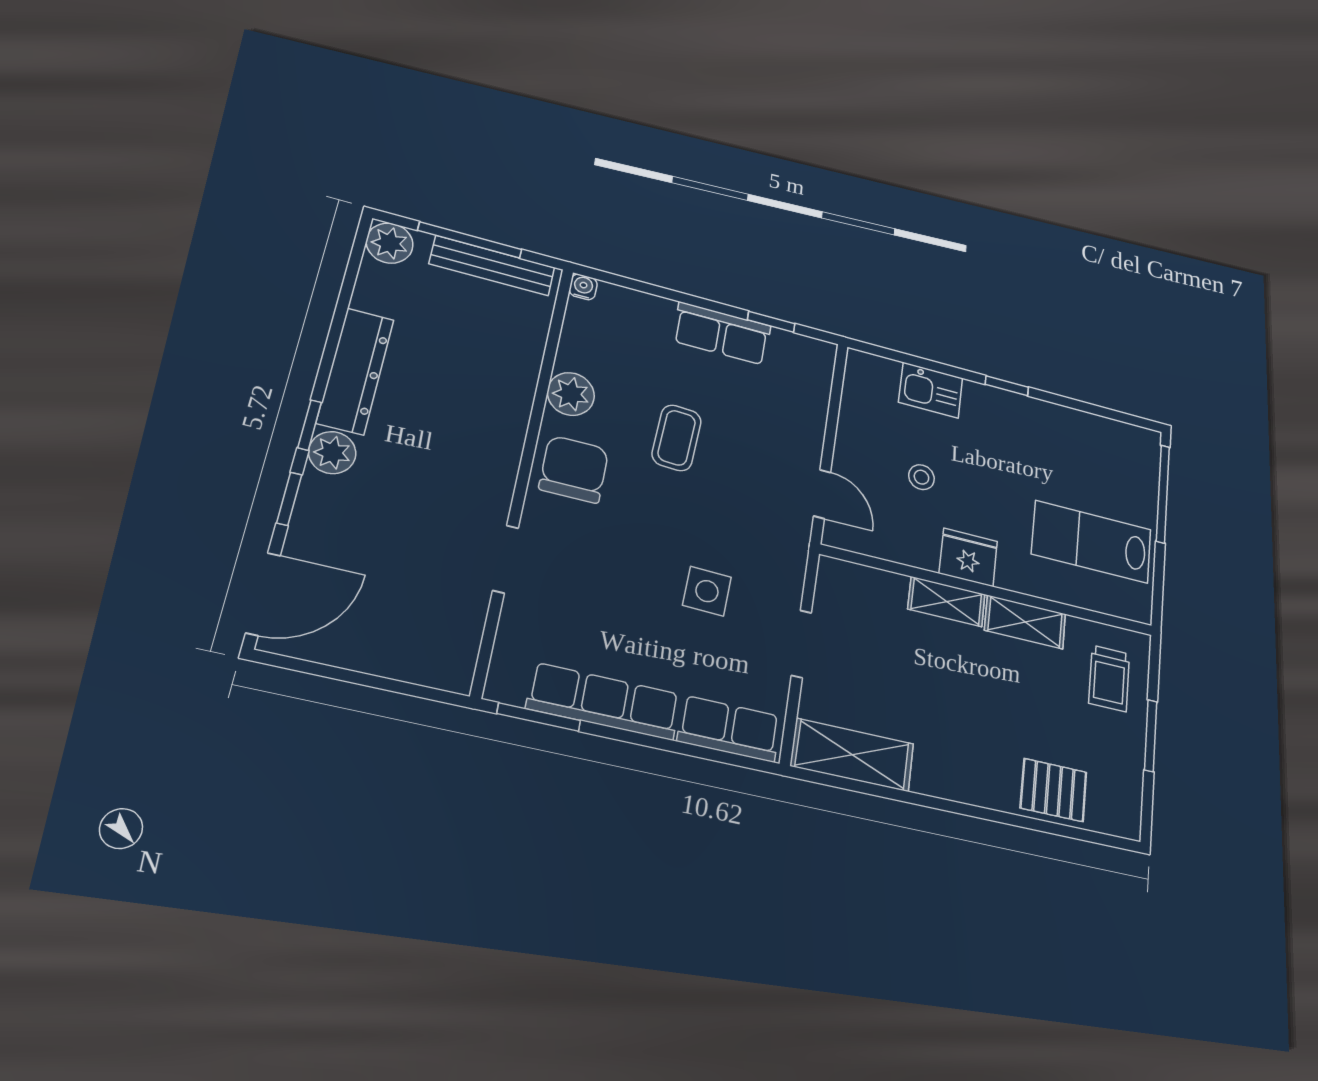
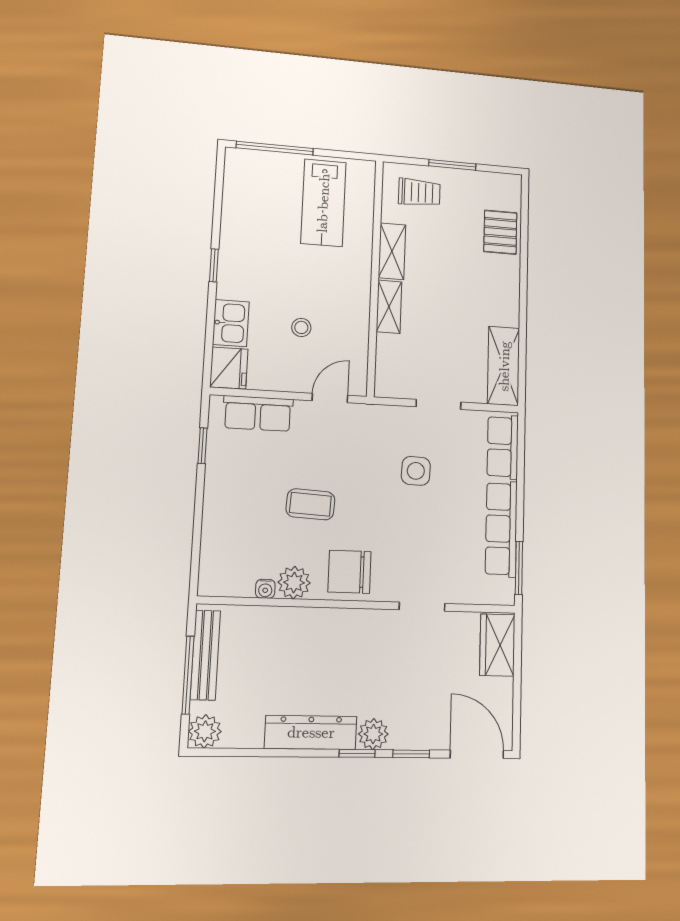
water cooler: (583, 287) -> (265, 589), moved, turned -90
row of seats: (722, 333) -> (258, 413), moved, turned 90
fridge: (968, 557) -> (229, 368), moved, turned 180
wardrobe: (425, 659) -> (497, 645), added

